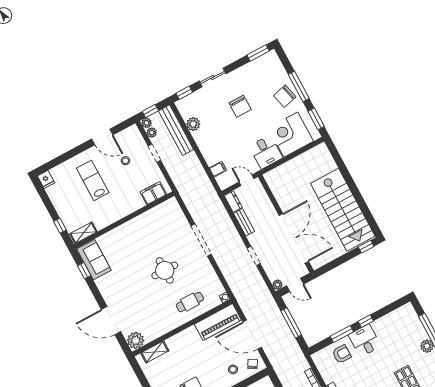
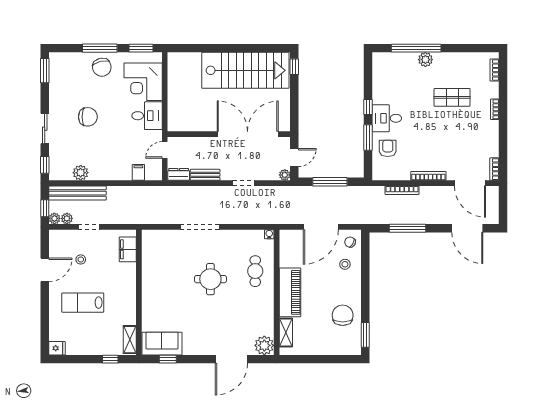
piano: (218, 322) -> (290, 292), moved

